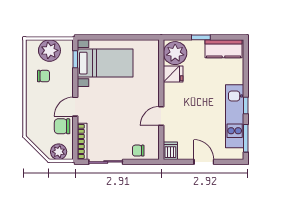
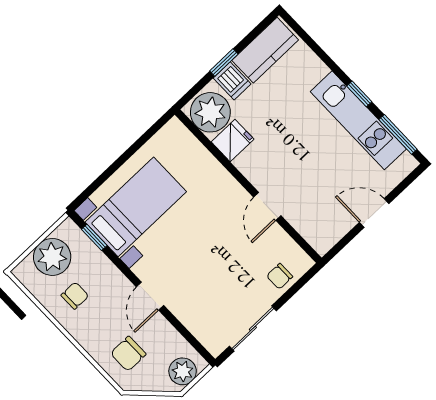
chair: (62, 126) -> (128, 354), moved
bookcase: (82, 141) -> (200, 331), removed
dishwasher: (170, 151) -> (232, 81), moved, turned 180

